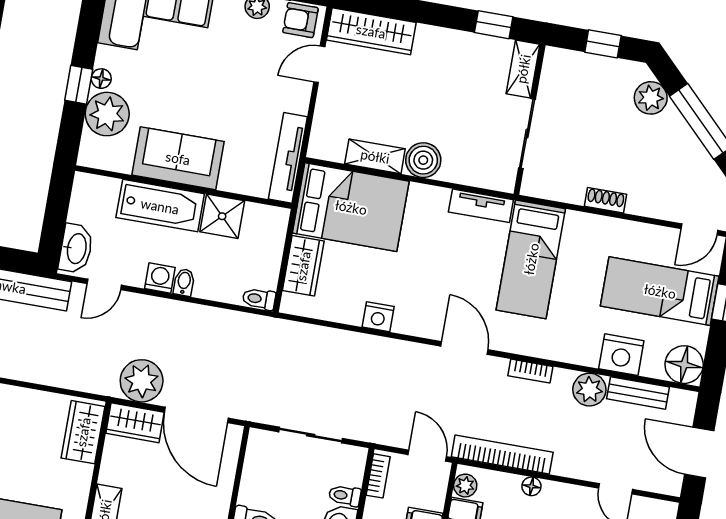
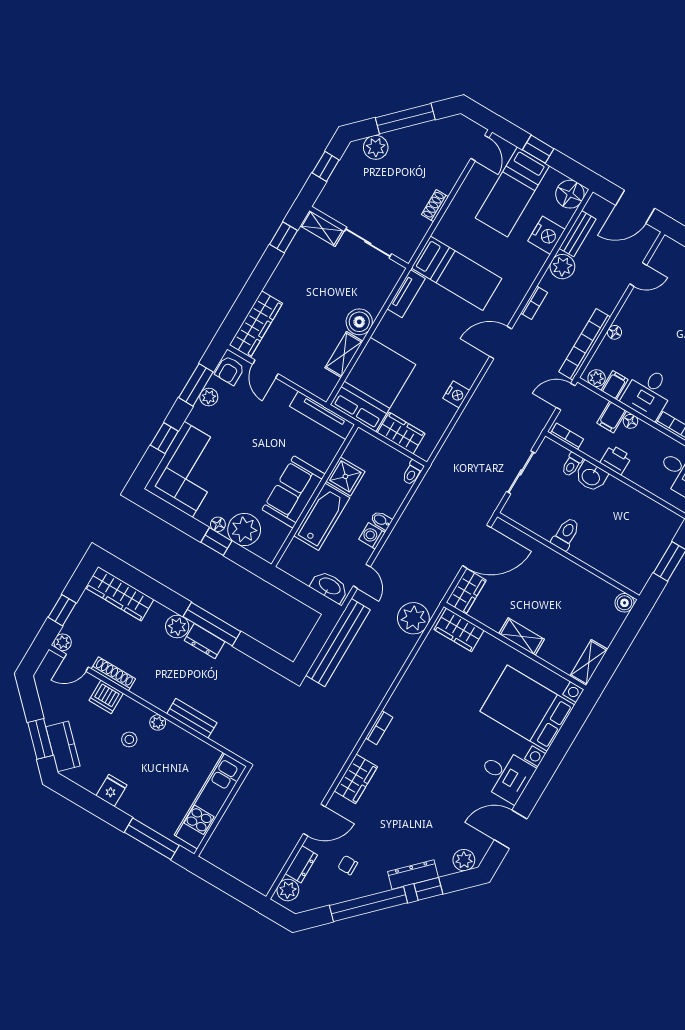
plant: (142, 381) -> (413, 618), moved

